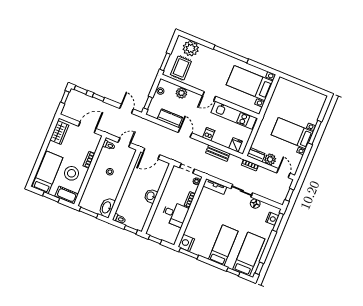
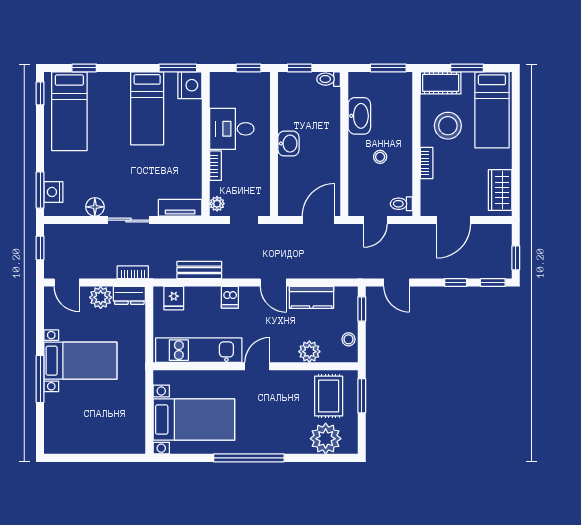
washbasin: (107, 208) -> (359, 116), moved
bed: (223, 245) -> (147, 108), moved

